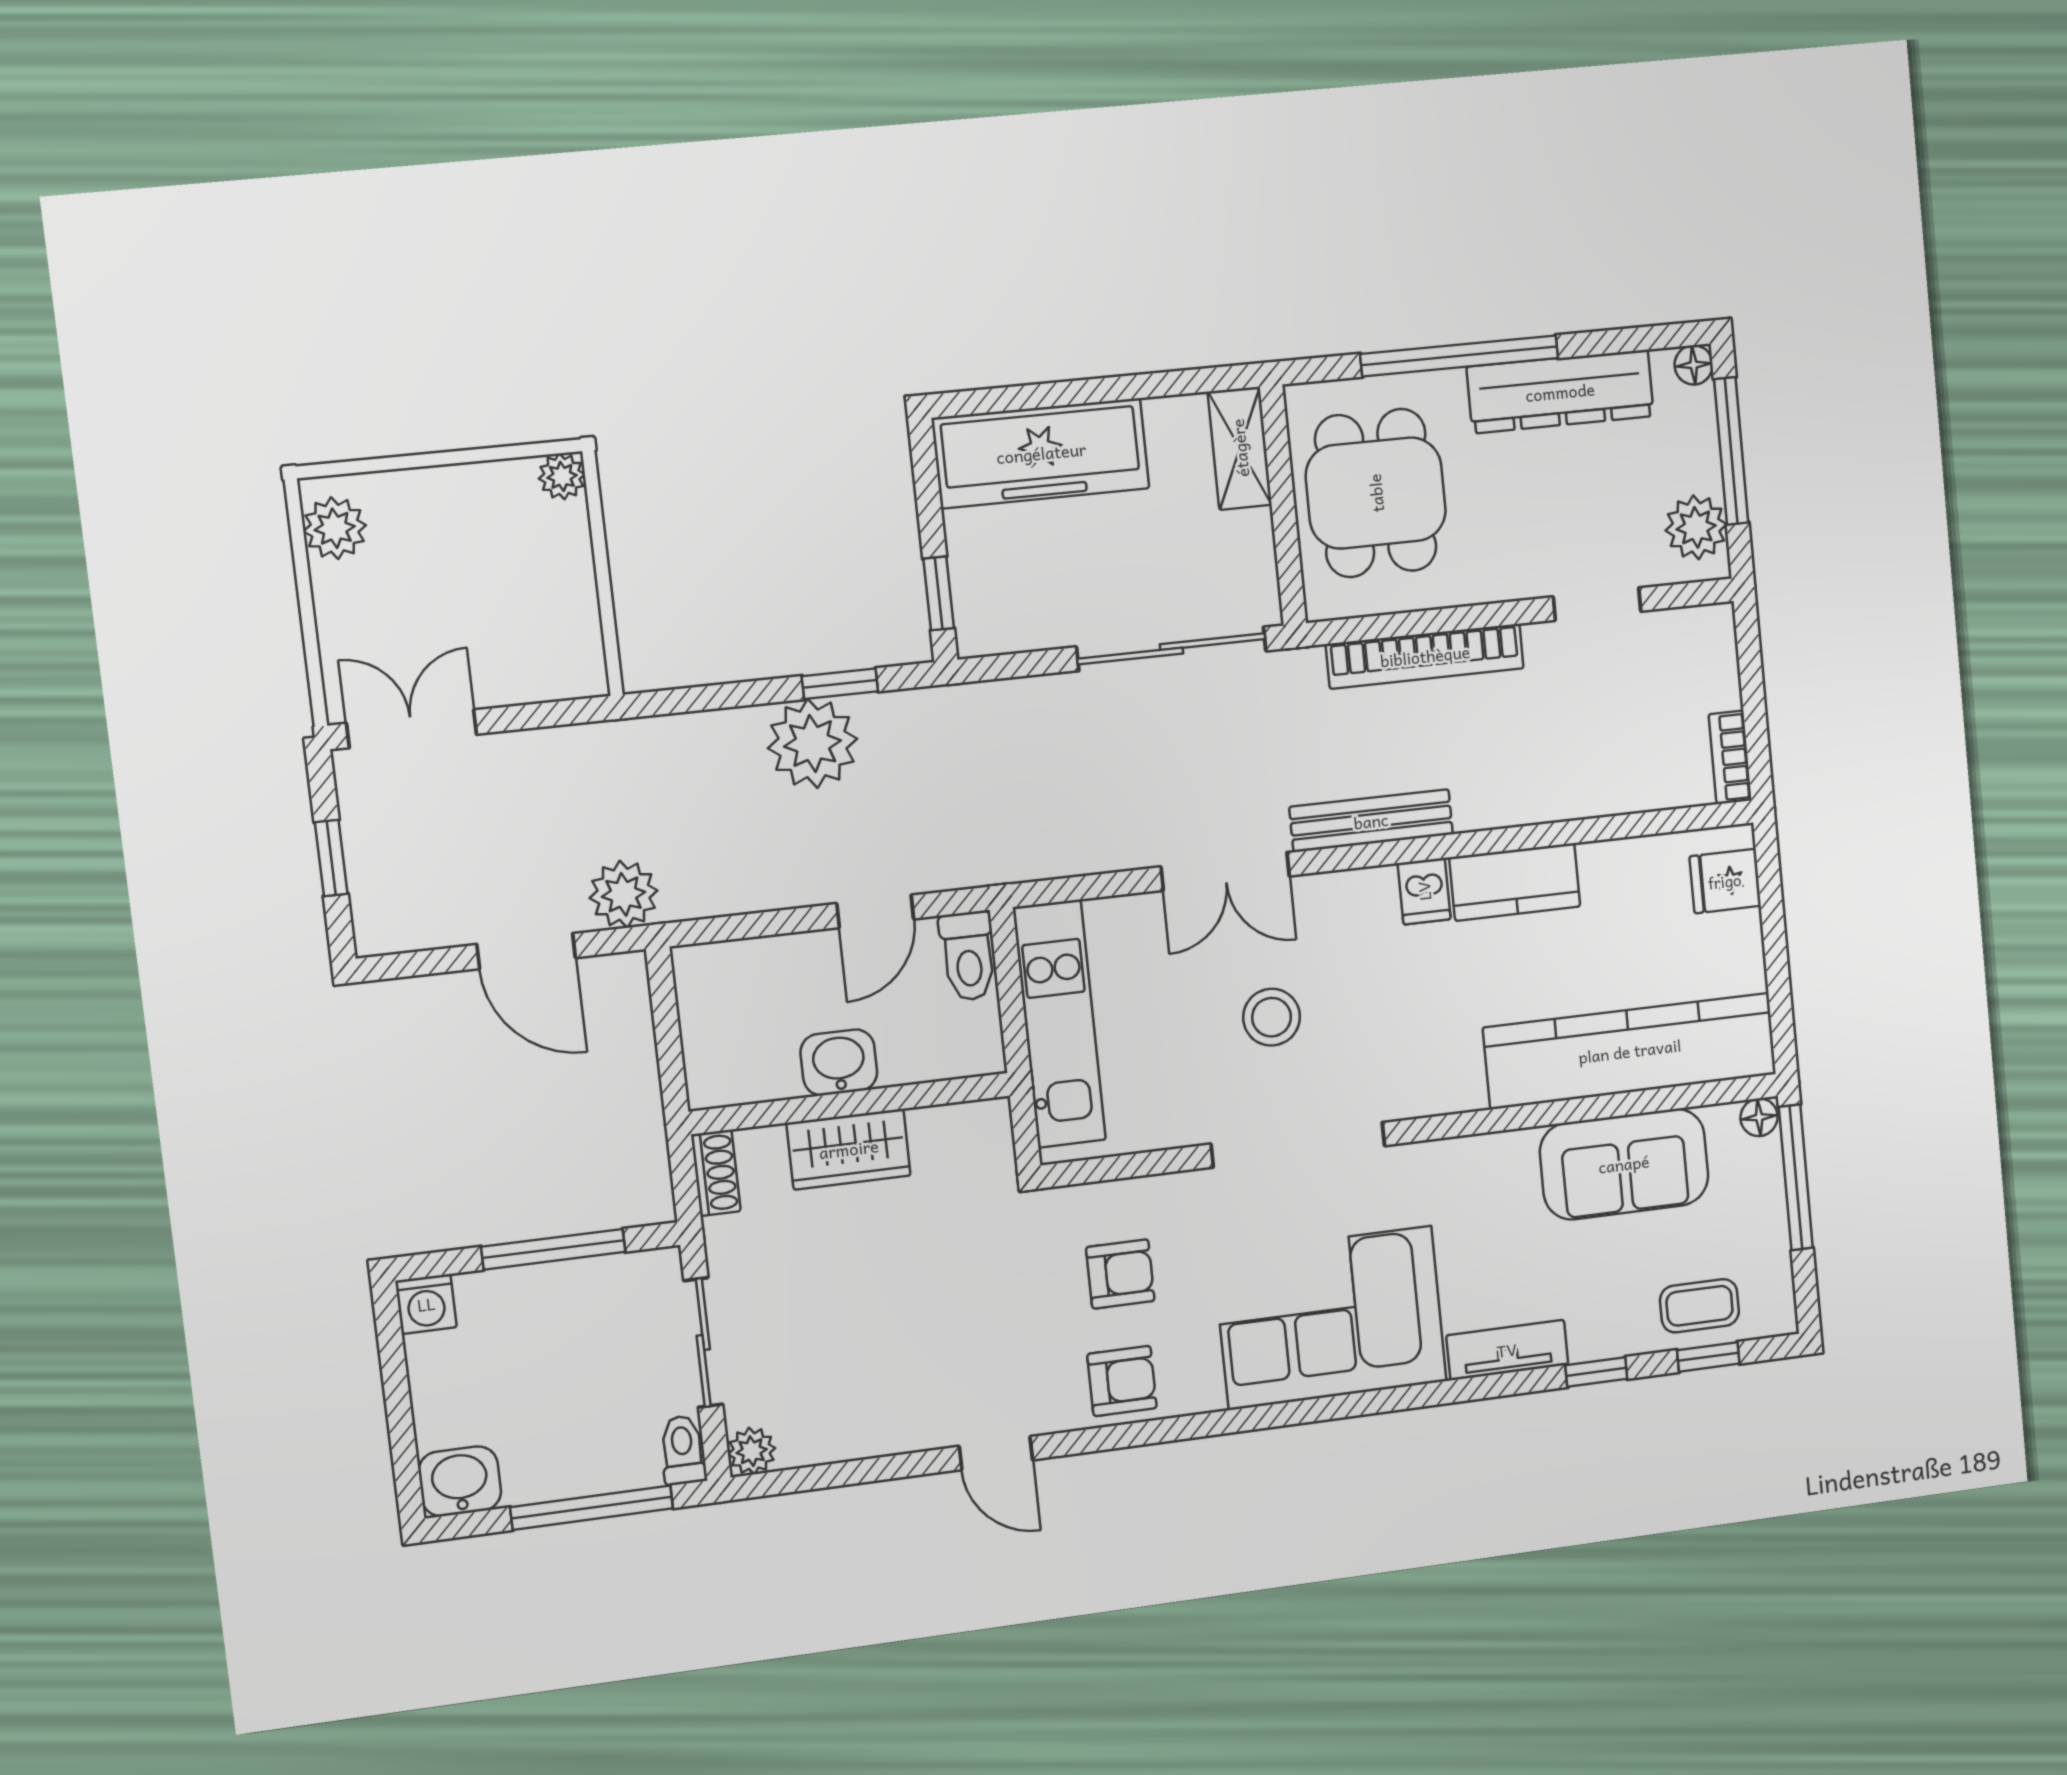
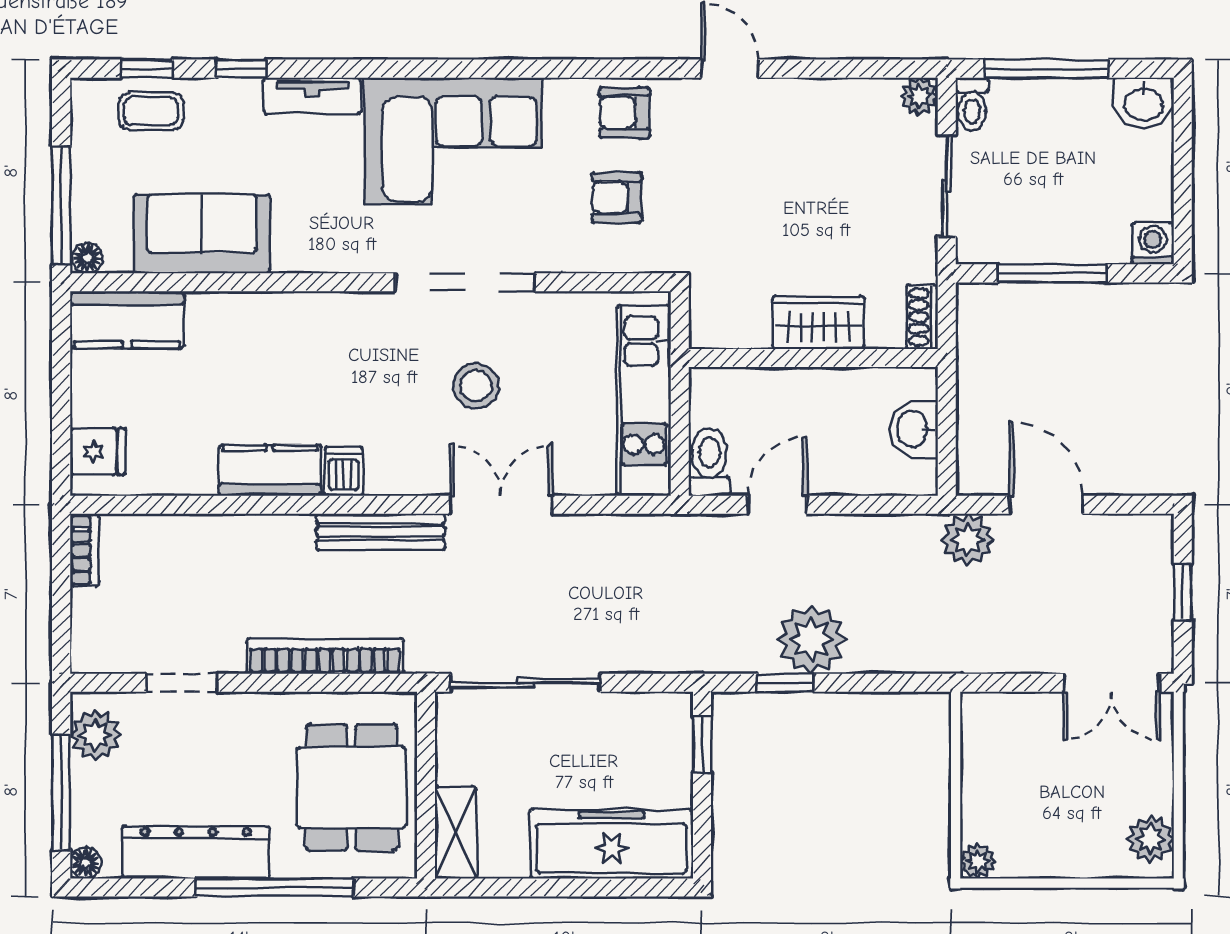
kitchen counter: (1630, 1051) -> (127, 320), width x0.48, depth x0.86
washbasin: (839, 1062) -> (914, 429), moved, turned 90

